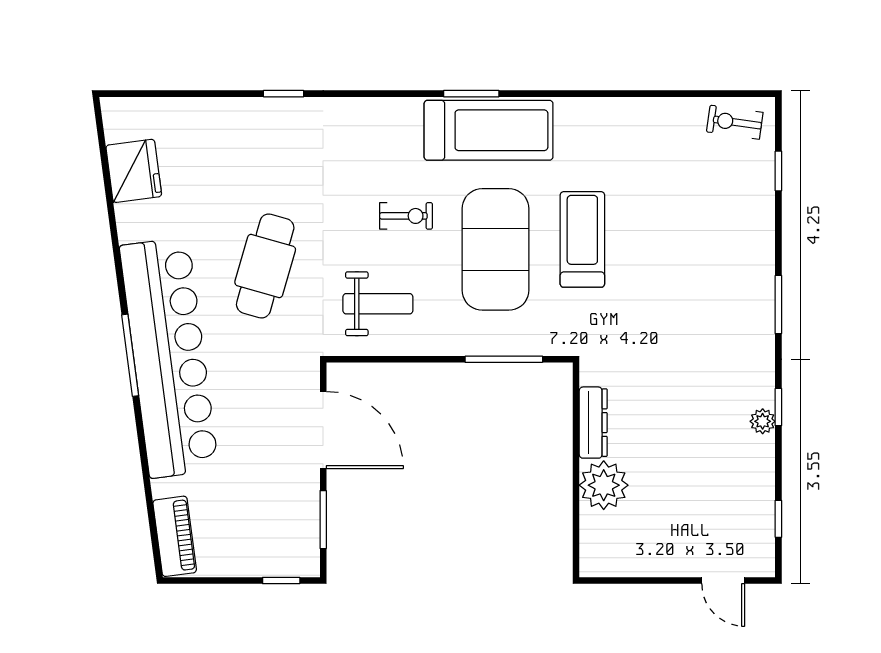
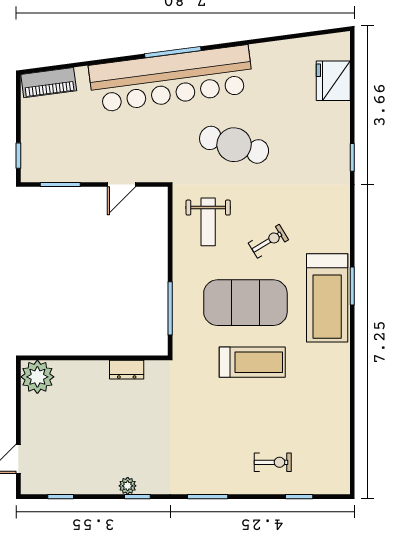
exercise bike: (735, 122) -> (273, 462), moved, turned 82
fridge: (134, 171) -> (333, 81), moved, turned 98
exercise bike: (406, 216) -> (268, 241), turned -121
dresser: (593, 423) -> (127, 370), width x0.70
door: (323, 430) -> (122, 184), width x0.53
plant: (604, 485) -> (37, 377), moved

